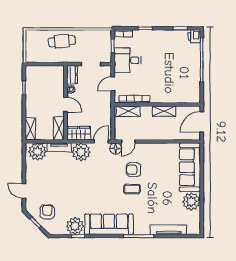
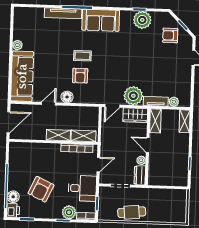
plant: (140, 36) -> (69, 212), added
cafe table: (62, 41) -> (132, 212), moved
floor lamp: (195, 50) -> (13, 197), added
armchair: (168, 58) -> (41, 189), added
shelving: (164, 111) -> (58, 135), moved
door: (128, 141) -> (48, 104), moved
floor lamp: (116, 149) -> (67, 97), moved
plant: (37, 152) -> (174, 102), width x0.53, depth x0.53
armchair: (134, 170) -> (80, 76), turned 90
plant: (191, 202) -> (17, 45), width x0.53, depth x0.53
armchair: (47, 212) -> (170, 35), turned 90
sofa: (109, 224) -> (101, 20), width x0.73
tv unit: (169, 230) -> (63, 13), moved

